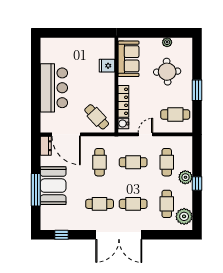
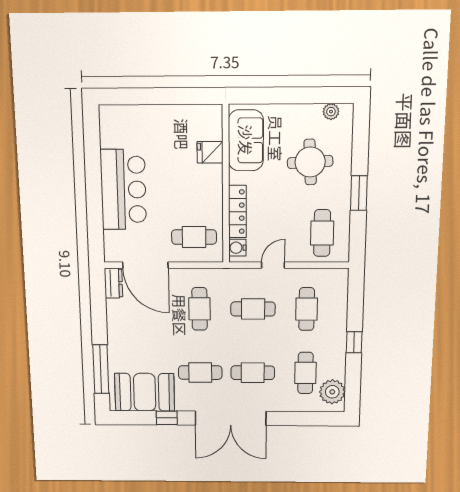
plant: (167, 42) -> (331, 112), moved
cafe table: (175, 115) -> (322, 233), turned 90
cafe table: (97, 117) -> (194, 237), turned -47
plant: (185, 177) -> (336, 332), removed
booth: (53, 186) -> (145, 392), moved, turned 90
window: (36, 190) -> (101, 369), moved
window: (62, 235) -> (167, 418), moved

